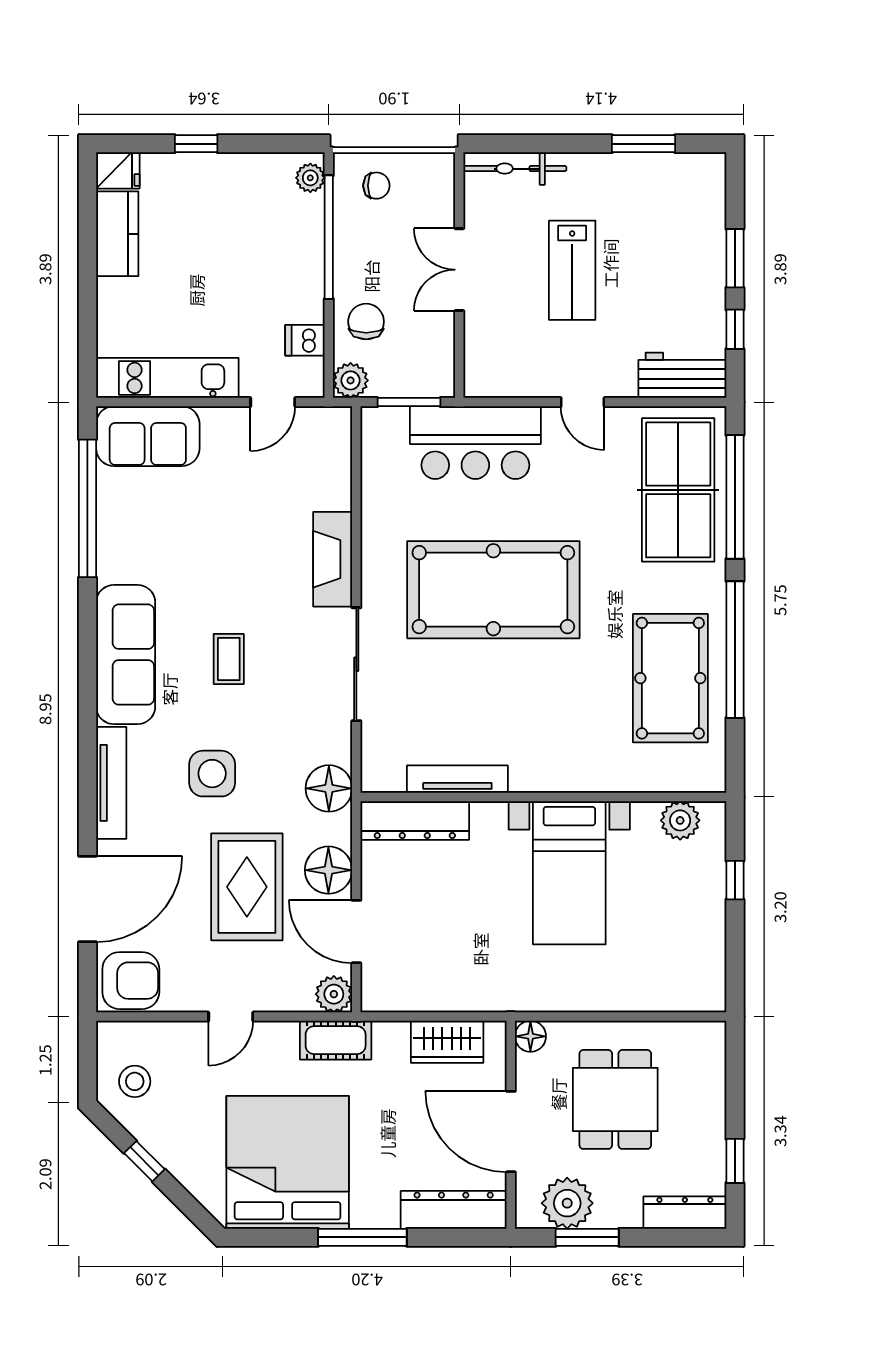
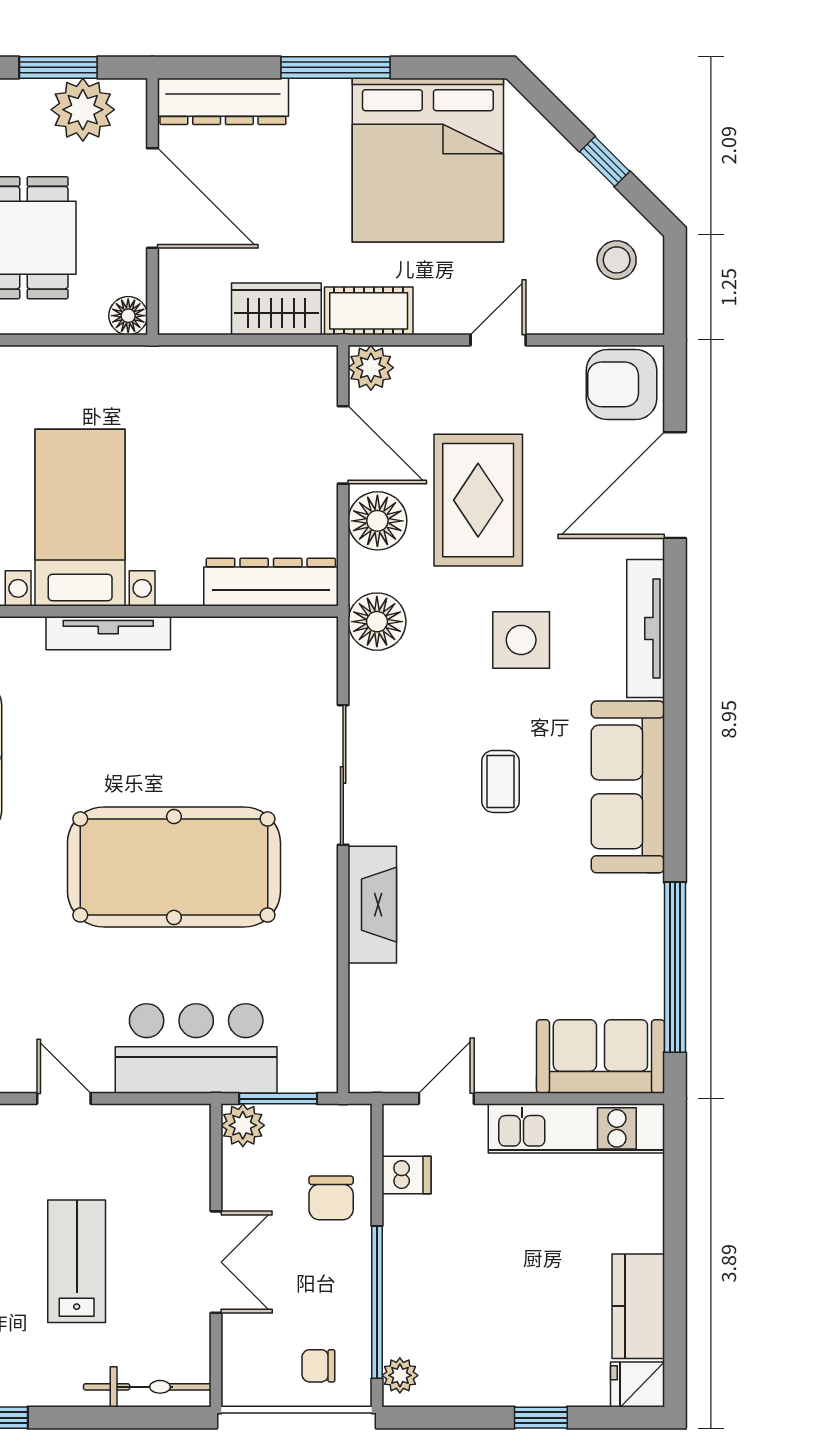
plant: (351, 380) -> (243, 1125), moved
tv unit: (457, 779) -> (108, 633), moved
wardrobe: (447, 1042) -> (276, 309), moved

